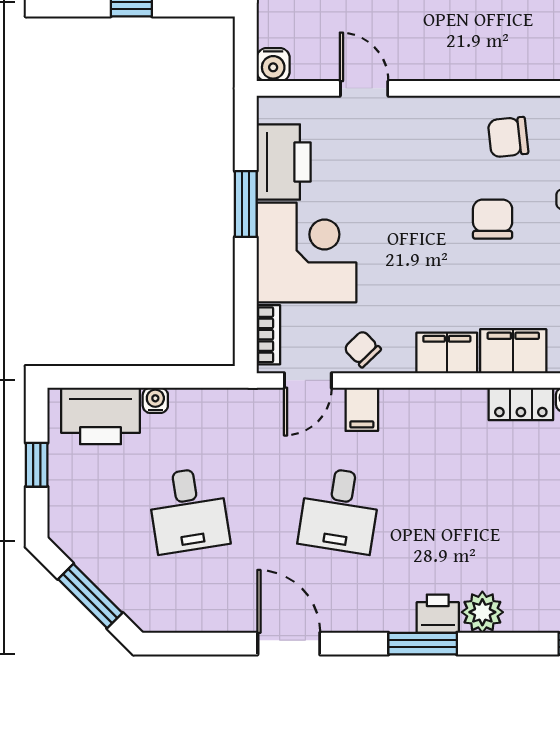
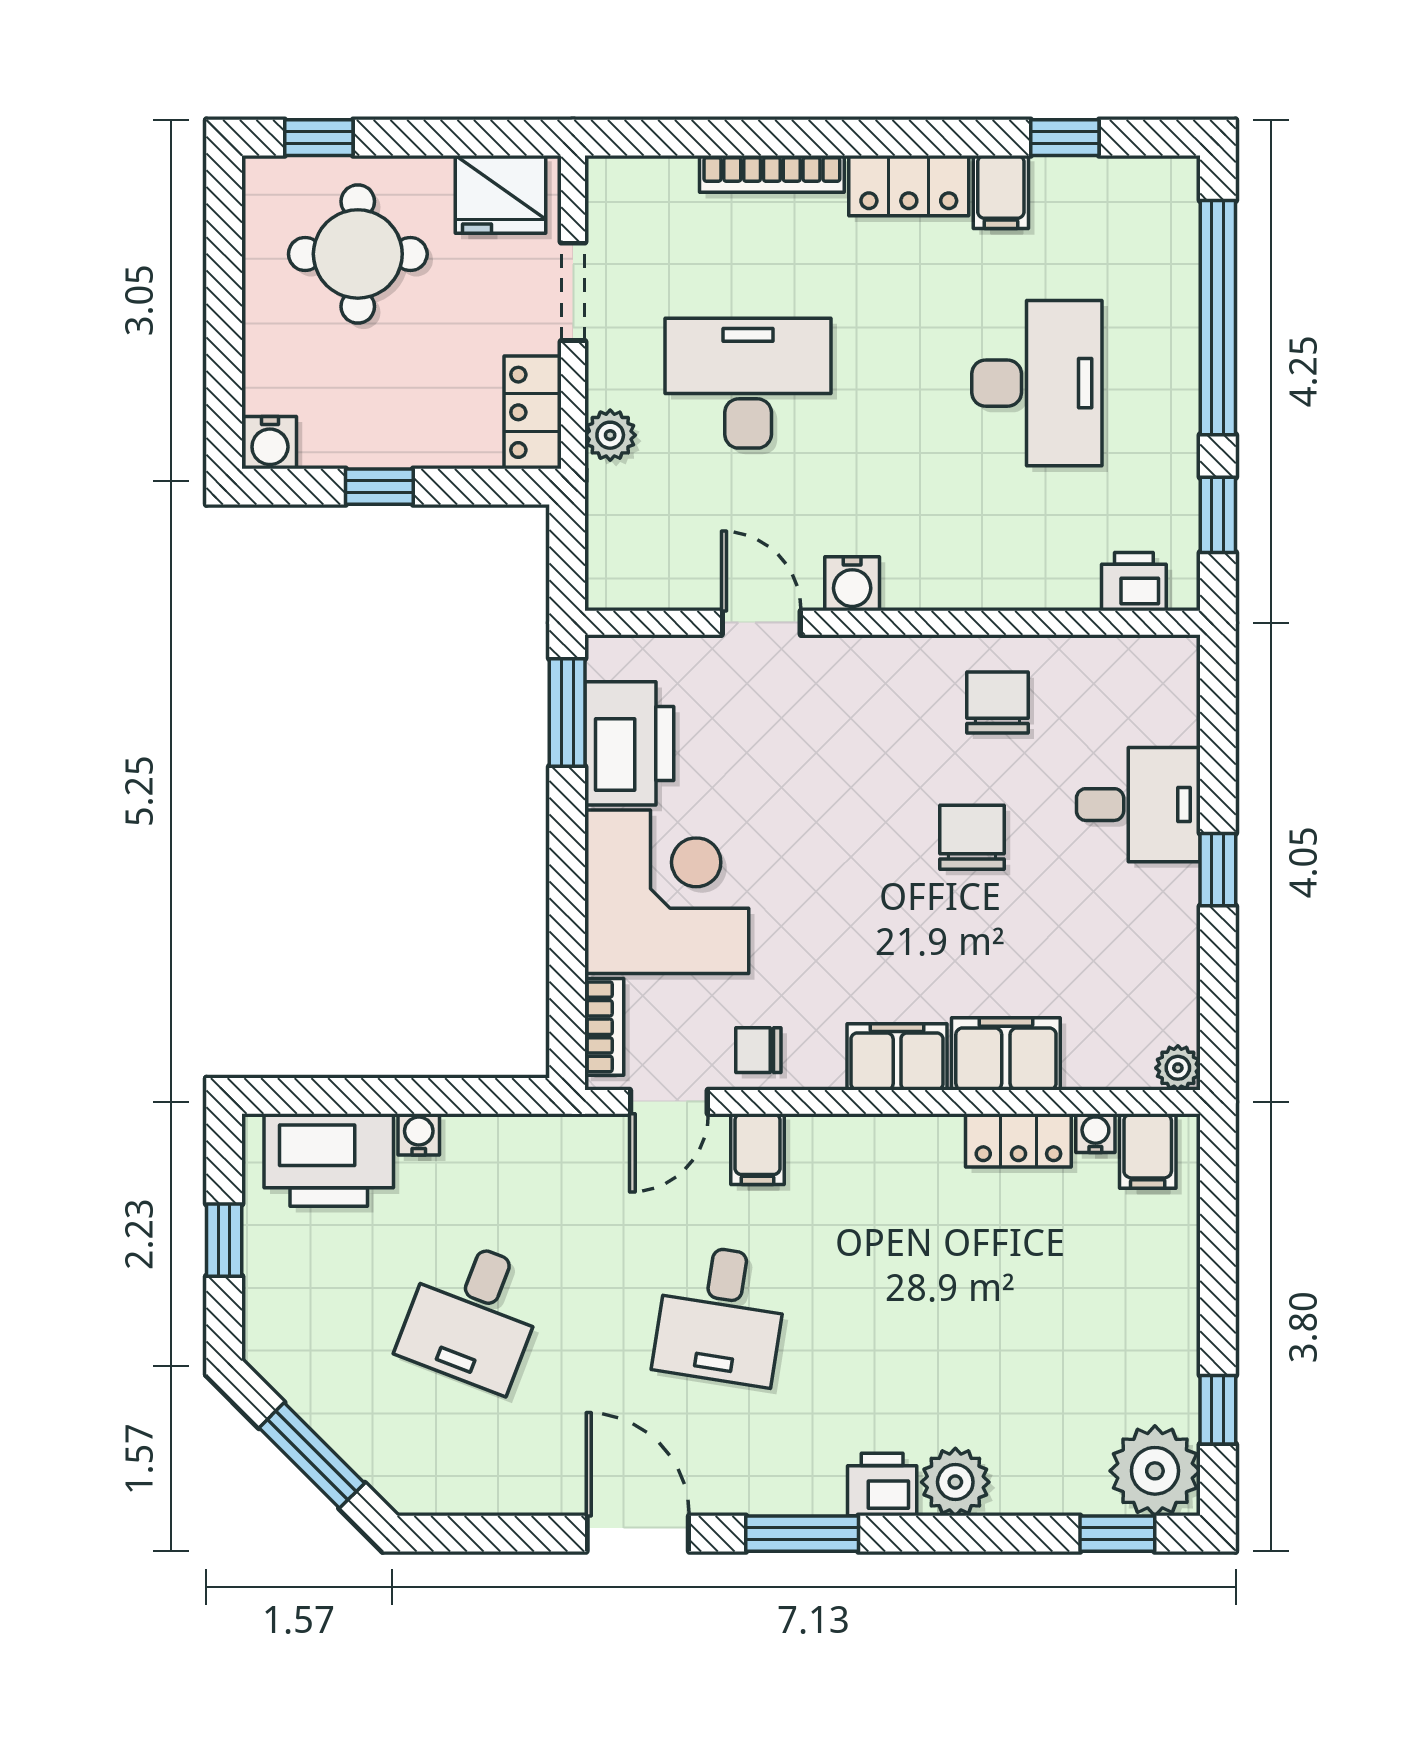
water cooler: (273, 65) -> (852, 584), moved
chair: (508, 137) -> (997, 702), turned 96
window: (246, 204) -> (567, 713), moved
chair: (362, 349) -> (758, 1050), turned -46
desk: (188, 510) -> (473, 1315), turned 30
window: (423, 644) -> (802, 1534), moved

